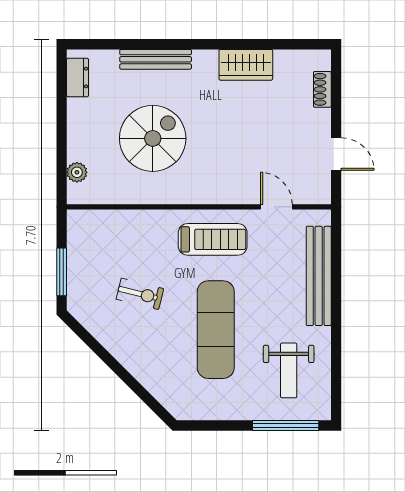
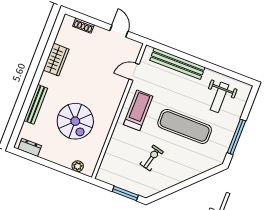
spiral stairs: (153, 138) -> (75, 121), turned 180
door: (336, 154) -> (119, 31), hinge flipped
weight bench: (289, 370) -> (220, 97), turned 90
window: (286, 426) -> (236, 137), moved

